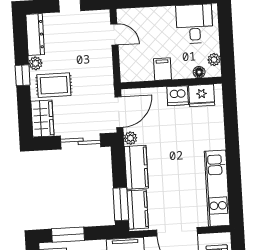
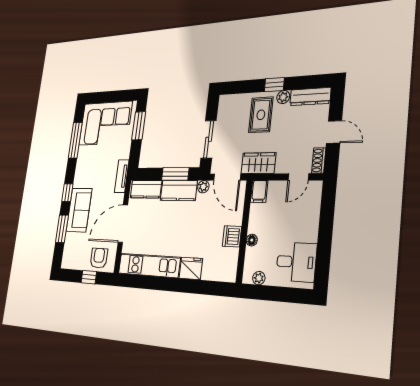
shoe rack: (98, 16) -> (319, 160), added
filing cabinet: (162, 69) -> (259, 191), moved, turned 90
floor lamp: (199, 72) -> (252, 240), moved
fridge: (202, 95) -> (191, 268), moved, turned 90
wardrobe: (42, 119) -> (258, 163), moved, turned 180
window: (121, 204) -> (175, 174), moved

